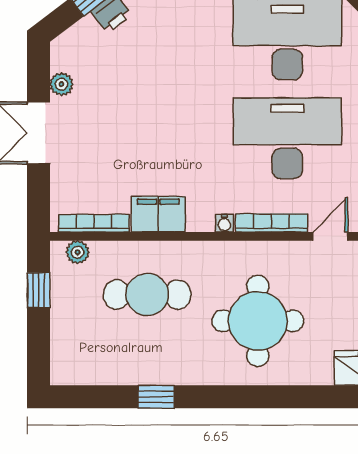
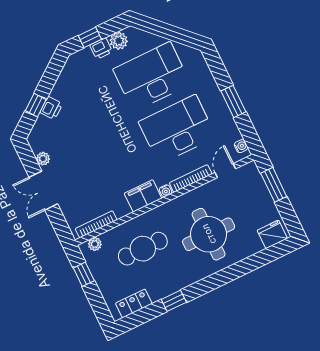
filing cabinet: (158, 214) -> (143, 196), moved
locker: (93, 371) -> (134, 303), added

